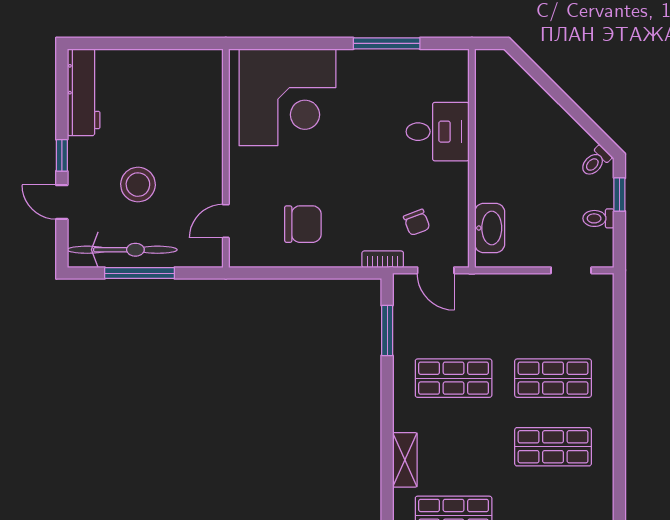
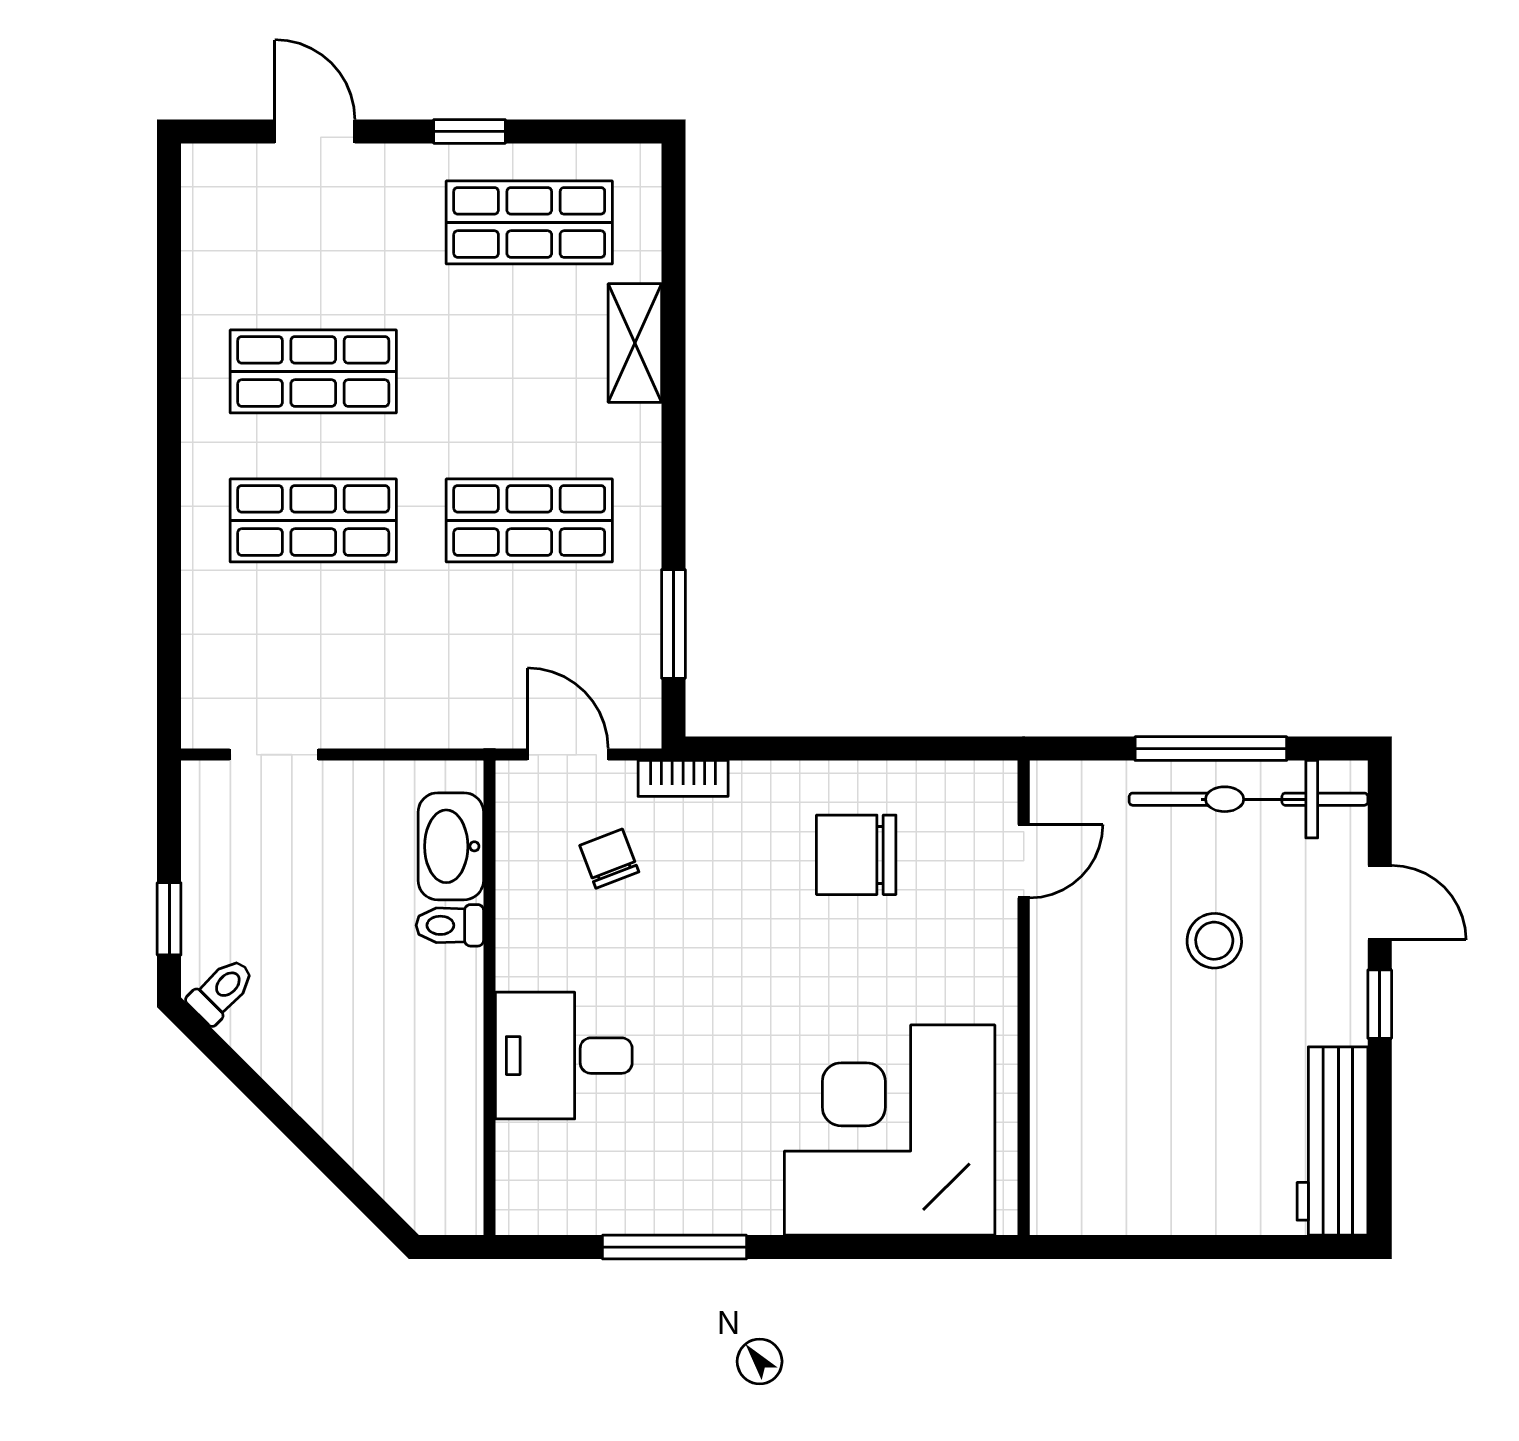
stool: (138, 185) -> (1214, 941), width x0.73, depth x0.73
toilet: (598, 218) -> (450, 925), moved, turned 180

